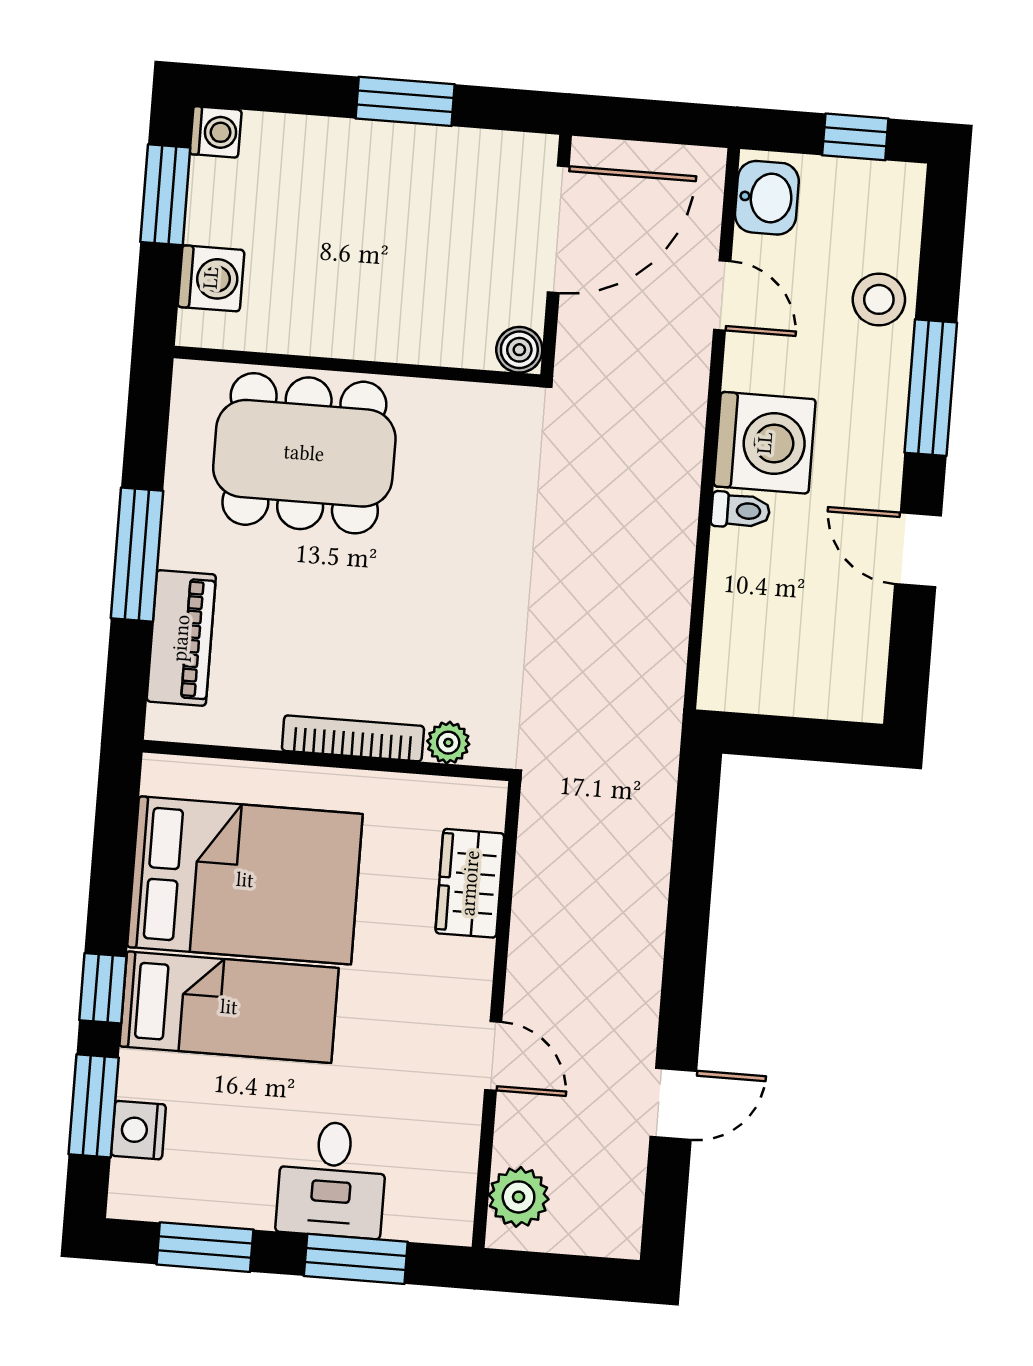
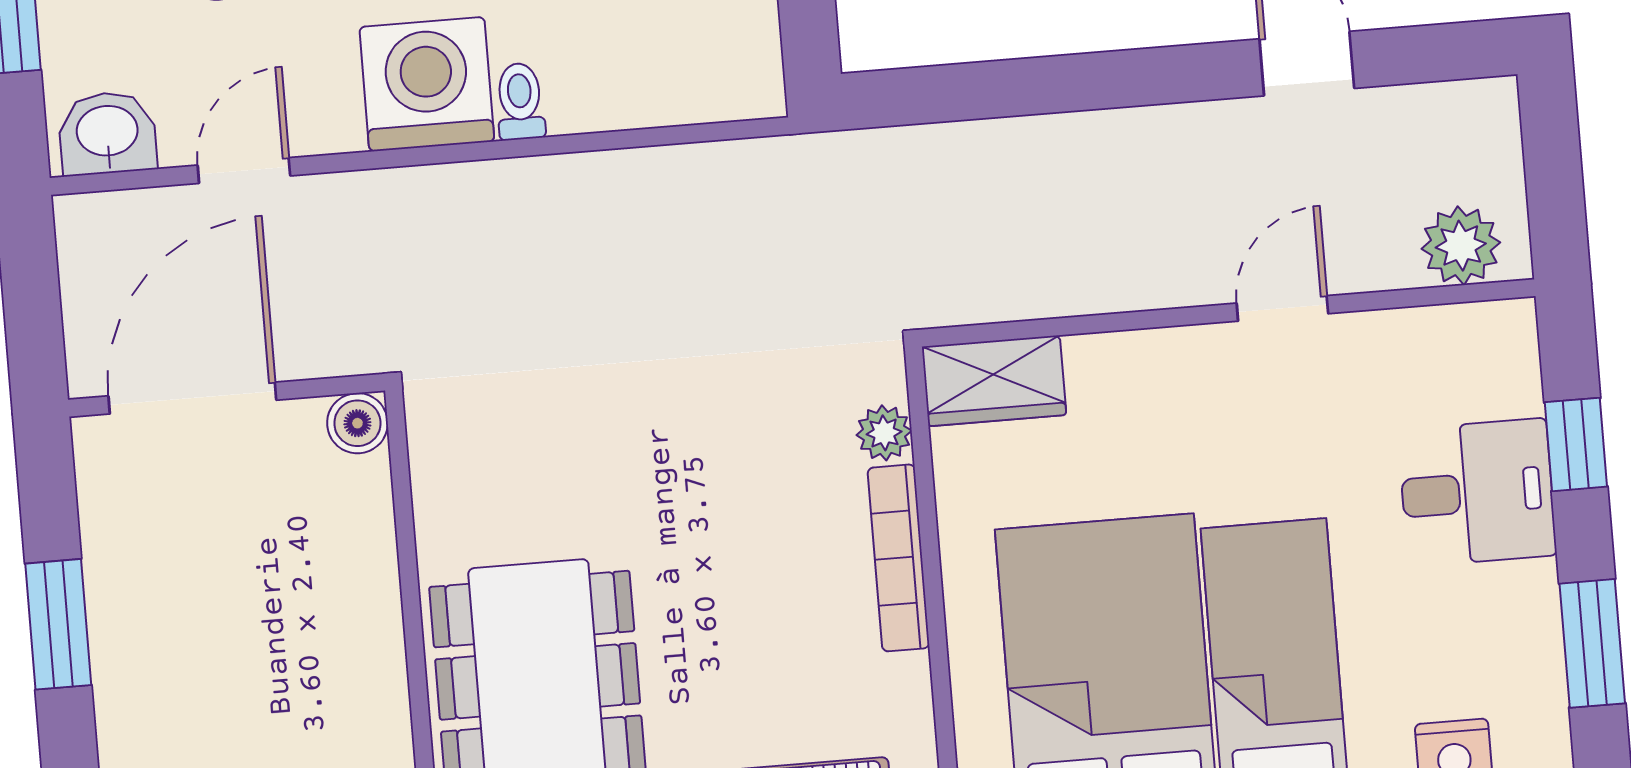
door: (558, 229) -> (192, 398), hinge flipped
wardrobe: (470, 883) -> (994, 381), moved
window: (356, 1259) -> (1576, 444), width x0.67

